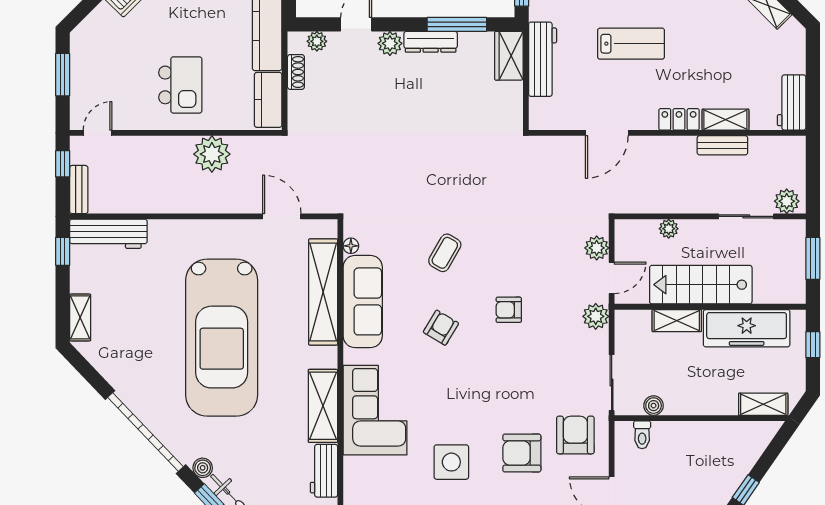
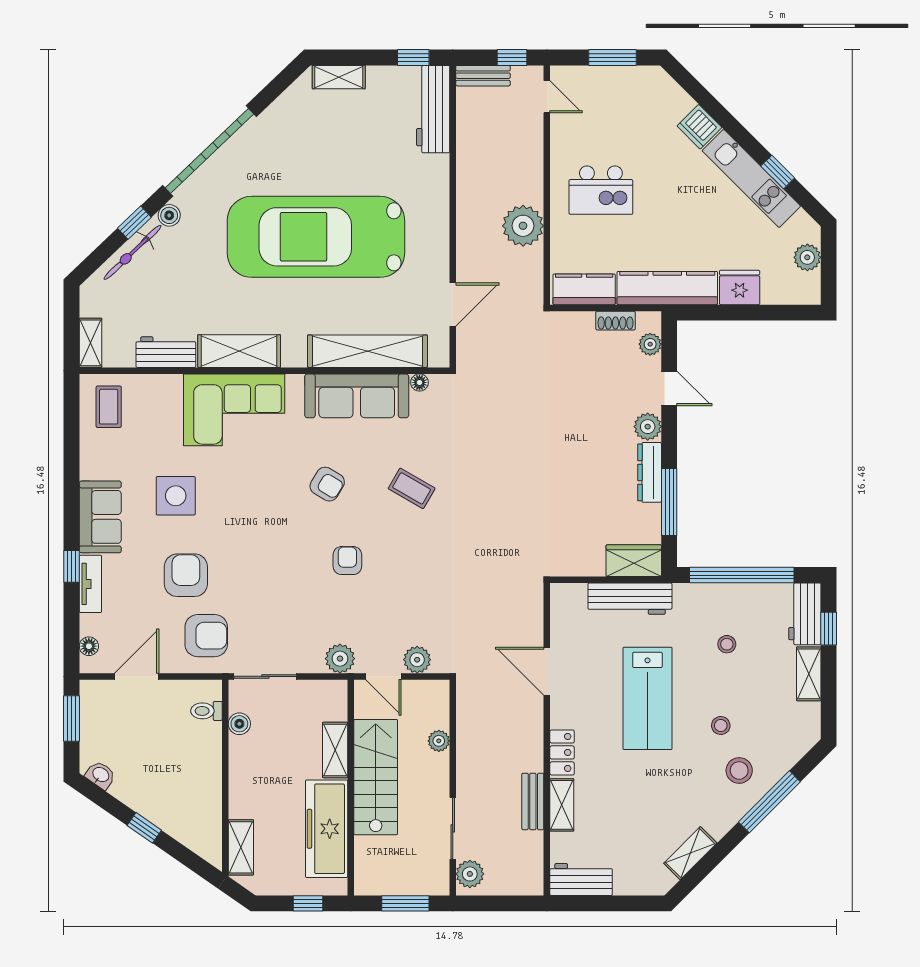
lab bench: (631, 44) -> (647, 698), width x1.36, depth x1.39

